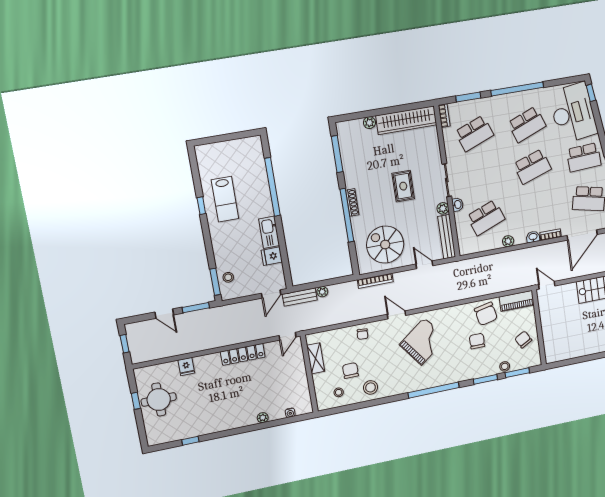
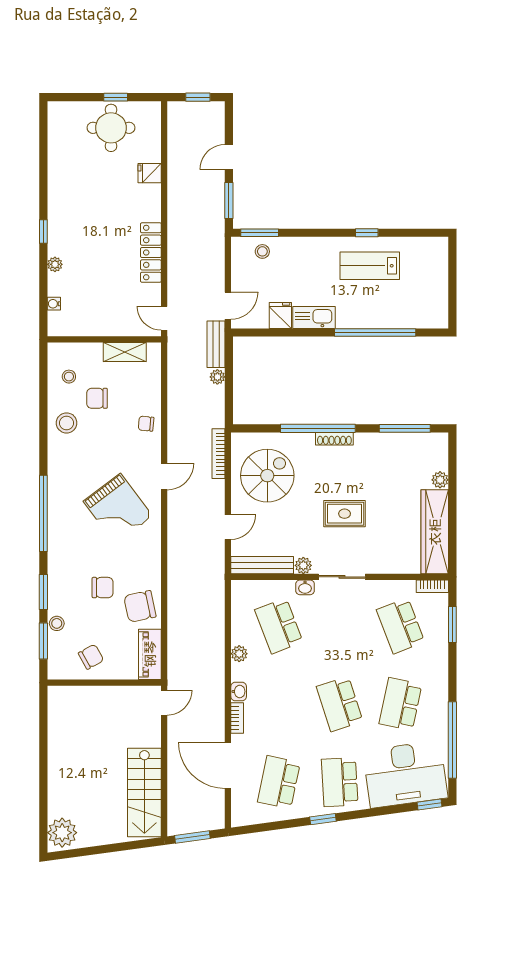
window: (517, 89) -> (452, 740), moved
school desk: (527, 124) -> (401, 704), turned 33
door: (271, 294) -> (228, 306), swing flipped
chair: (350, 371) -> (97, 398), turned 180
window: (190, 441) -> (43, 231), moved

